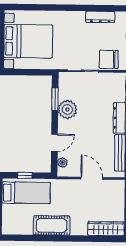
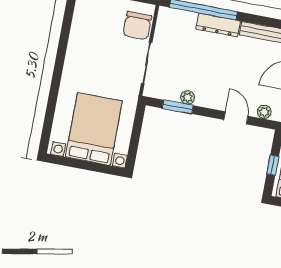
dresser: (100, 17) -> (78, 27), removed
plant: (67, 109) -> (188, 97), width x0.53, depth x0.53

